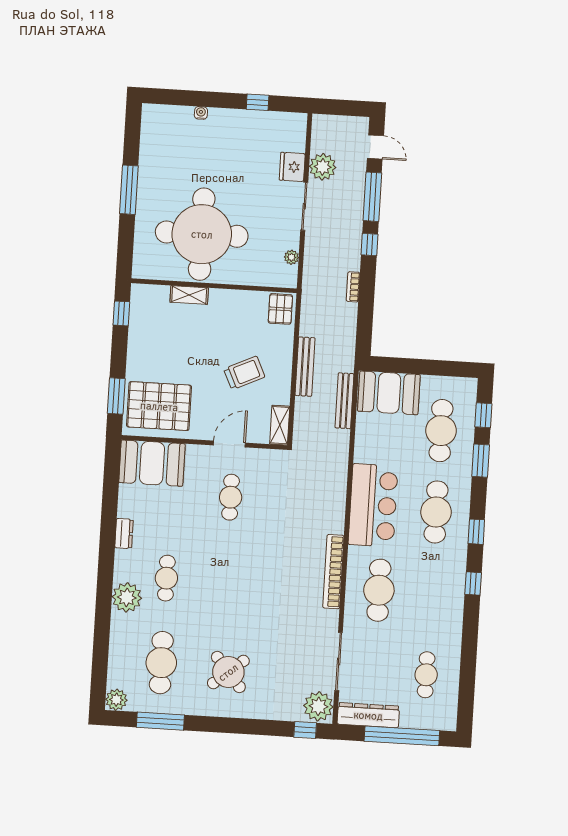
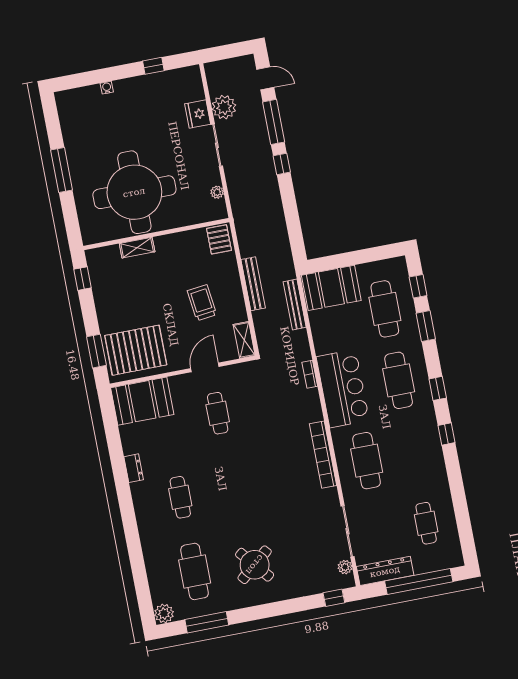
bookcase: (353, 287) -> (310, 374), moved
trolley: (244, 373) -> (202, 303), turned -72
plant: (127, 597) -> (150, 523), removed
plant: (318, 706) -> (345, 567), width x0.53, depth x0.53

